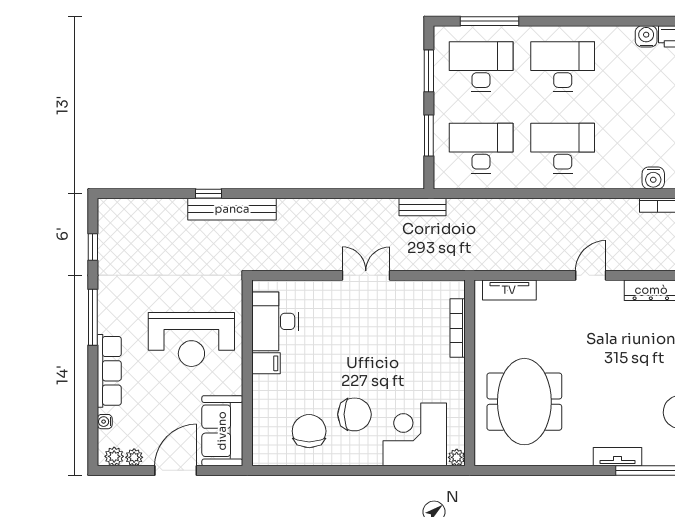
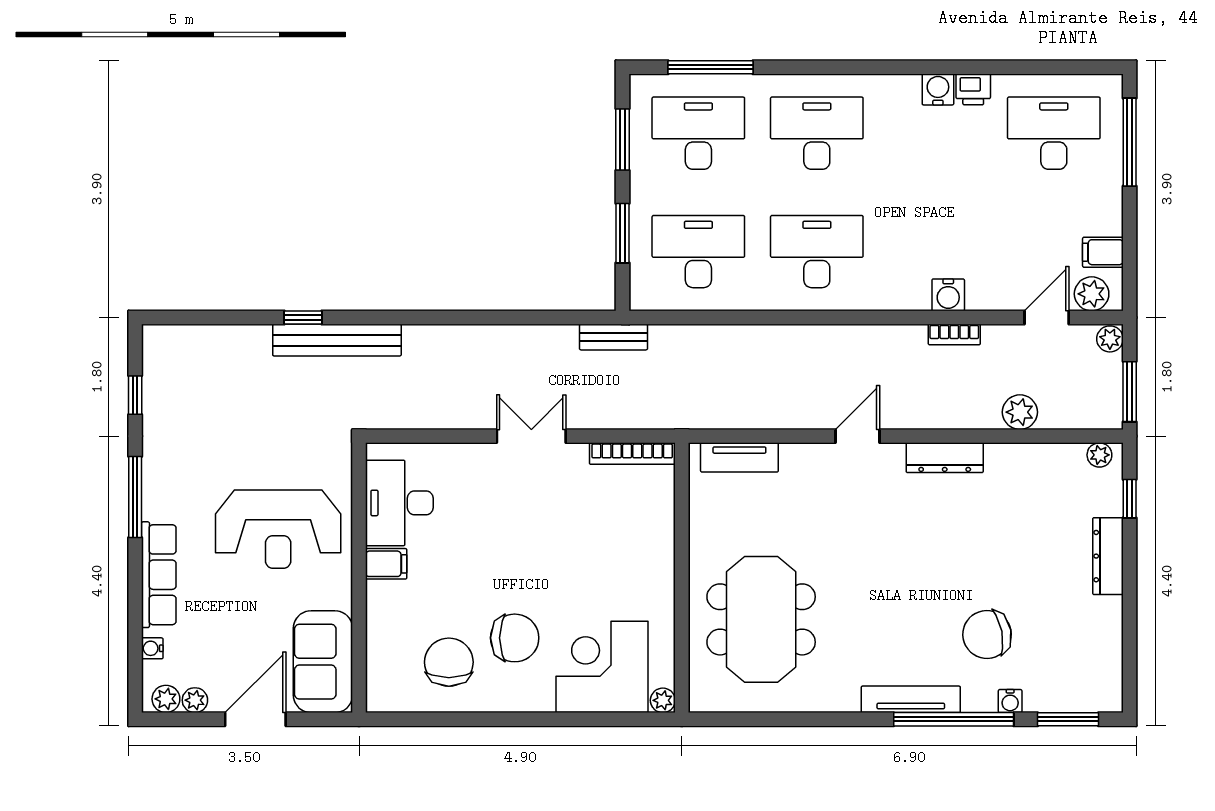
bookcase: (458, 328) -> (632, 454), moved, turned -90
tv unit: (618, 457) -> (911, 699), width x1.41

